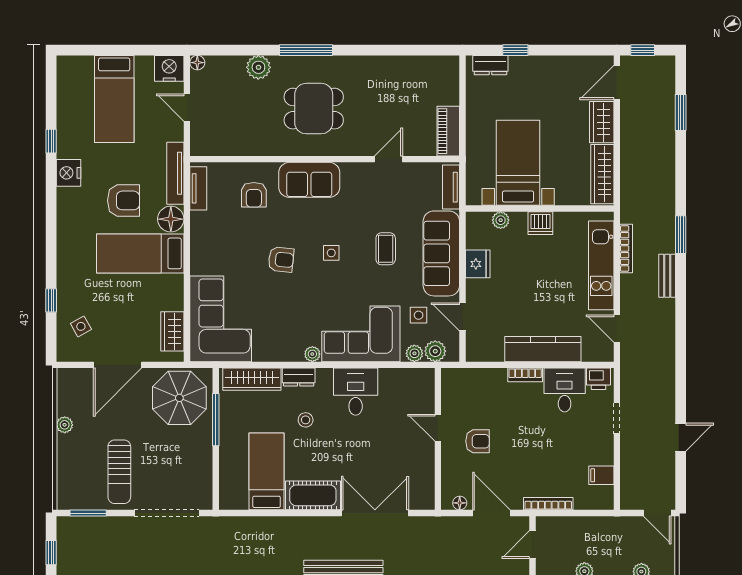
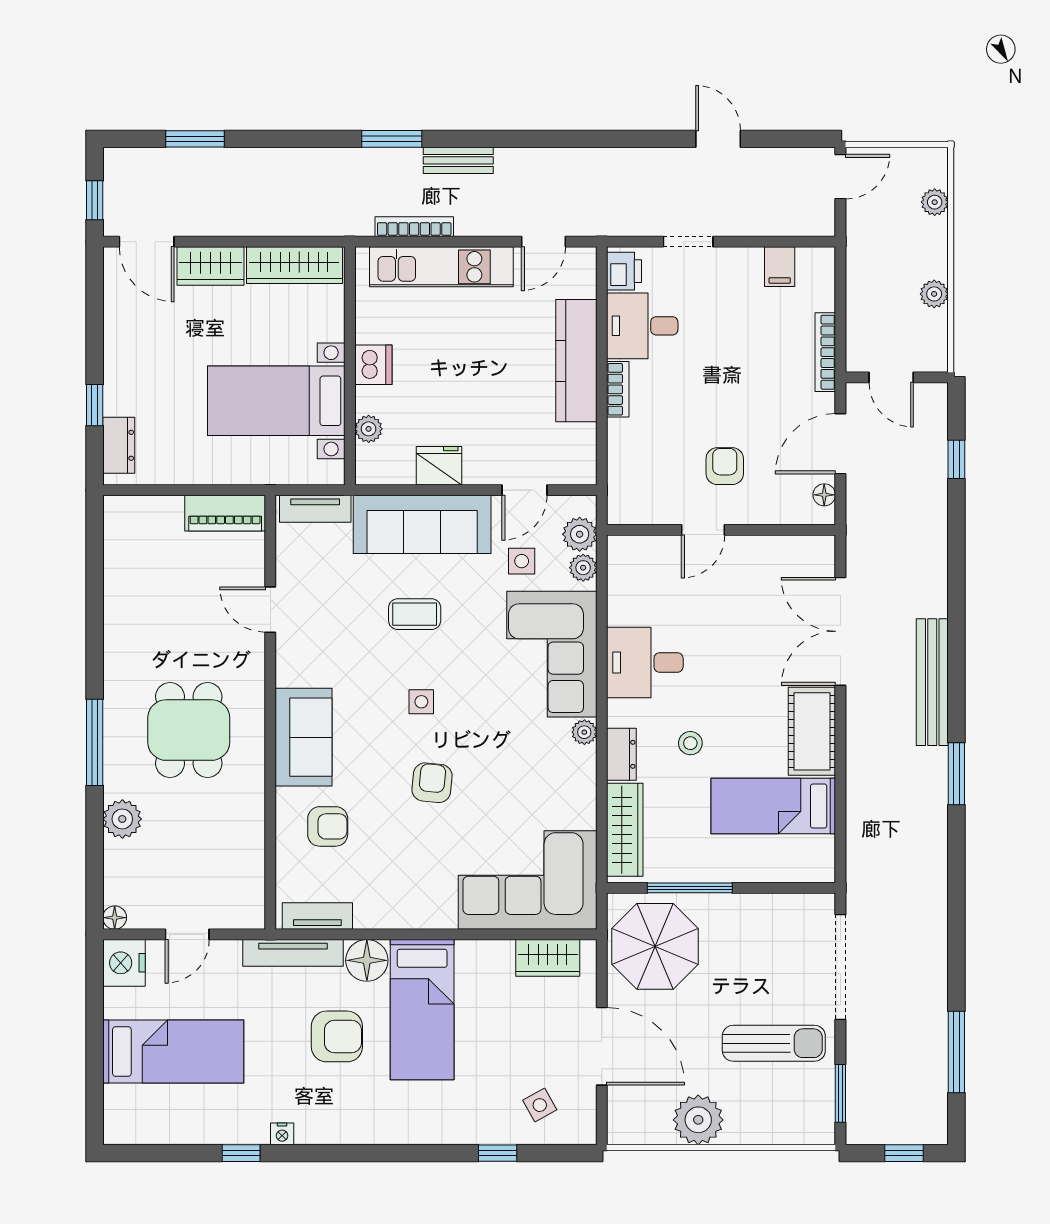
nightstand: (68, 173) -> (282, 1134), width x0.53, depth x0.56
armchair: (124, 200) -> (337, 1036), turned 90
plant: (65, 425) -> (698, 1120), width x1.88, depth x1.88

